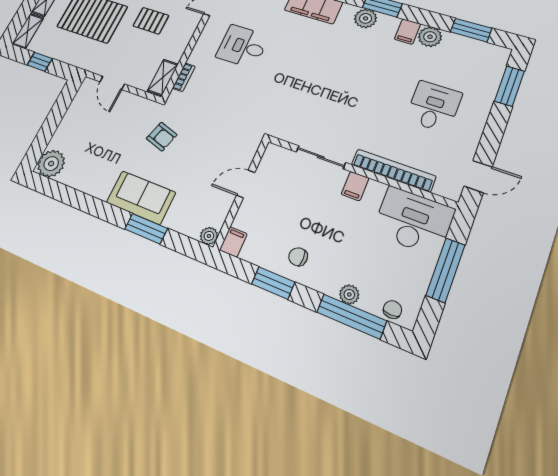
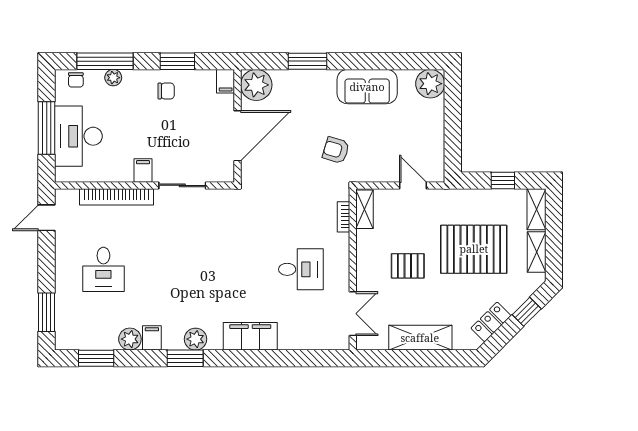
door: (246, 184) -> (238, 136), width x1.87
sofa: (141, 197) -> (367, 87), moved
desk: (413, 221) -> (78, 136), moved, turned 90
plant: (209, 236) -> (256, 85), width x1.87, depth x1.87

